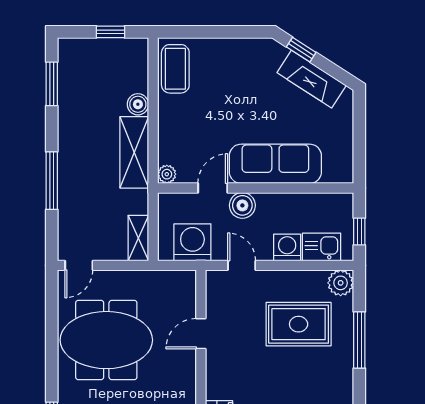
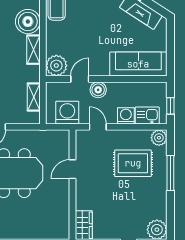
boiler: (138, 104) -> (28, 22), width x1.86, depth x1.86
shelving: (134, 152) -> (33, 50), width x0.67, depth x0.75
sofa: (275, 164) -> (138, 64), moved
plant: (167, 174) -> (56, 66), width x1.87, depth x1.87
shelving: (138, 238) -> (34, 97), moved

